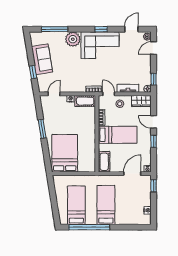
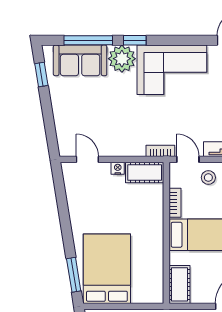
window: (101, 29) -> (135, 40), moved
sofa: (42, 59) -> (80, 60), moved, turned 99
window: (33, 72) -> (41, 74), moved
door: (54, 94) -> (87, 159), hinge flipped
window: (42, 129) -> (74, 275), moved

